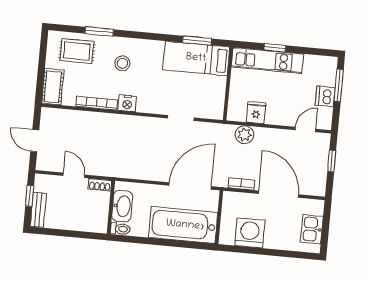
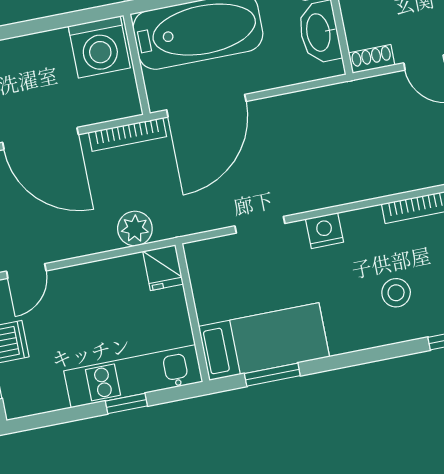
nightstand: (127, 103) -> (324, 231), moved
fridge: (256, 113) -> (163, 268), moved
bookcase: (241, 184) -> (127, 134), width x1.56
washing machine: (250, 233) -> (99, 47), moved

